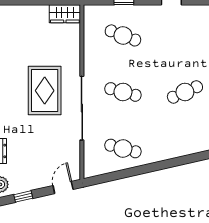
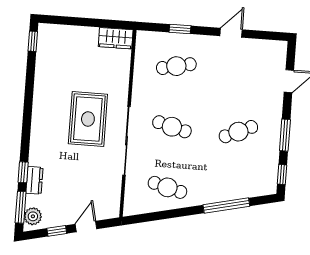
cafe table: (123, 35) -> (176, 66), turned -33
window: (179, 161) -> (226, 205), added
door: (63, 187) -> (86, 227), moved

